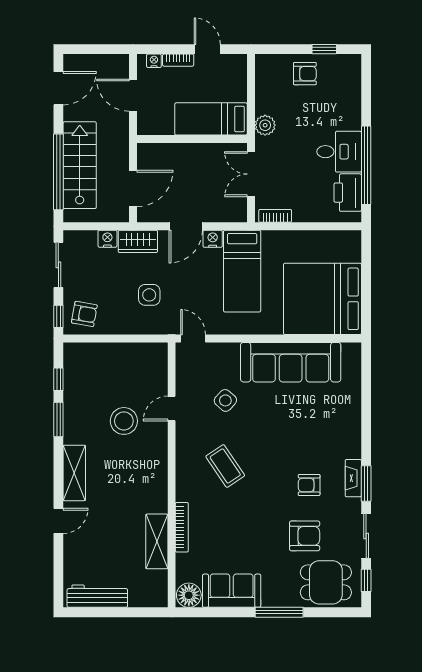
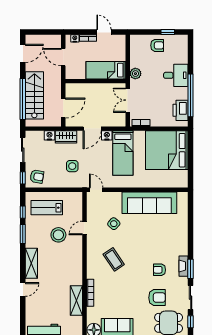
desk: (339, 152) -> (176, 75), moved
bed: (322, 299) -> (167, 150), moved
lab bench: (102, 371) -> (47, 208), added

